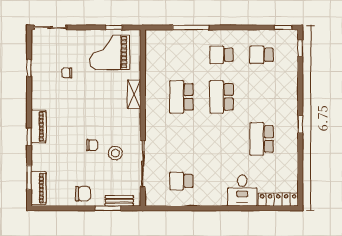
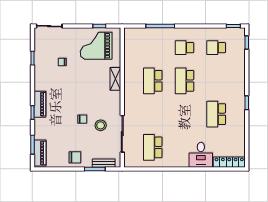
school desk: (181, 181) -> (153, 147), width x1.85

